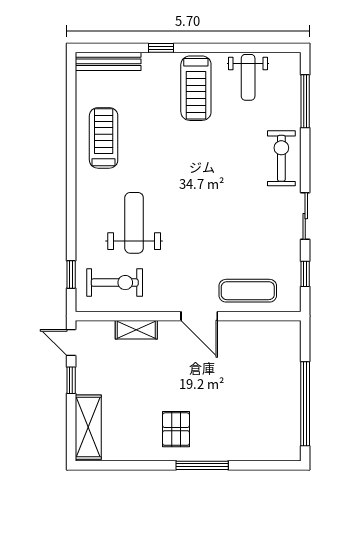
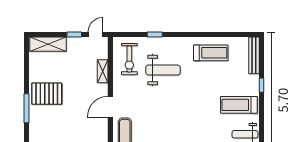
window: (71, 274) -> (155, 34), moved
pallet: (176, 429) -> (47, 94), width x1.50, depth x1.42

